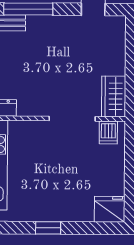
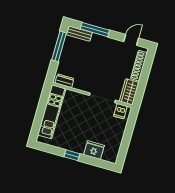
shoe rack: (118, 49) -> (139, 66), added
fridge: (110, 209) -> (94, 150), moved

